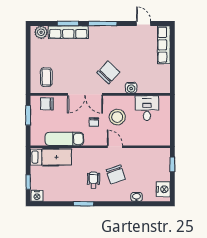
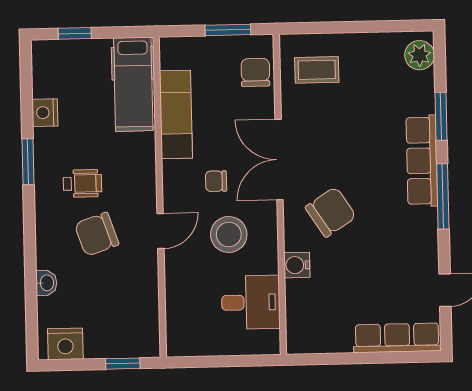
row of seats: (68, 32) -> (422, 161), moved
chair: (108, 72) -> (331, 212), turned -77
nightstand: (37, 196) -> (45, 113), moved

